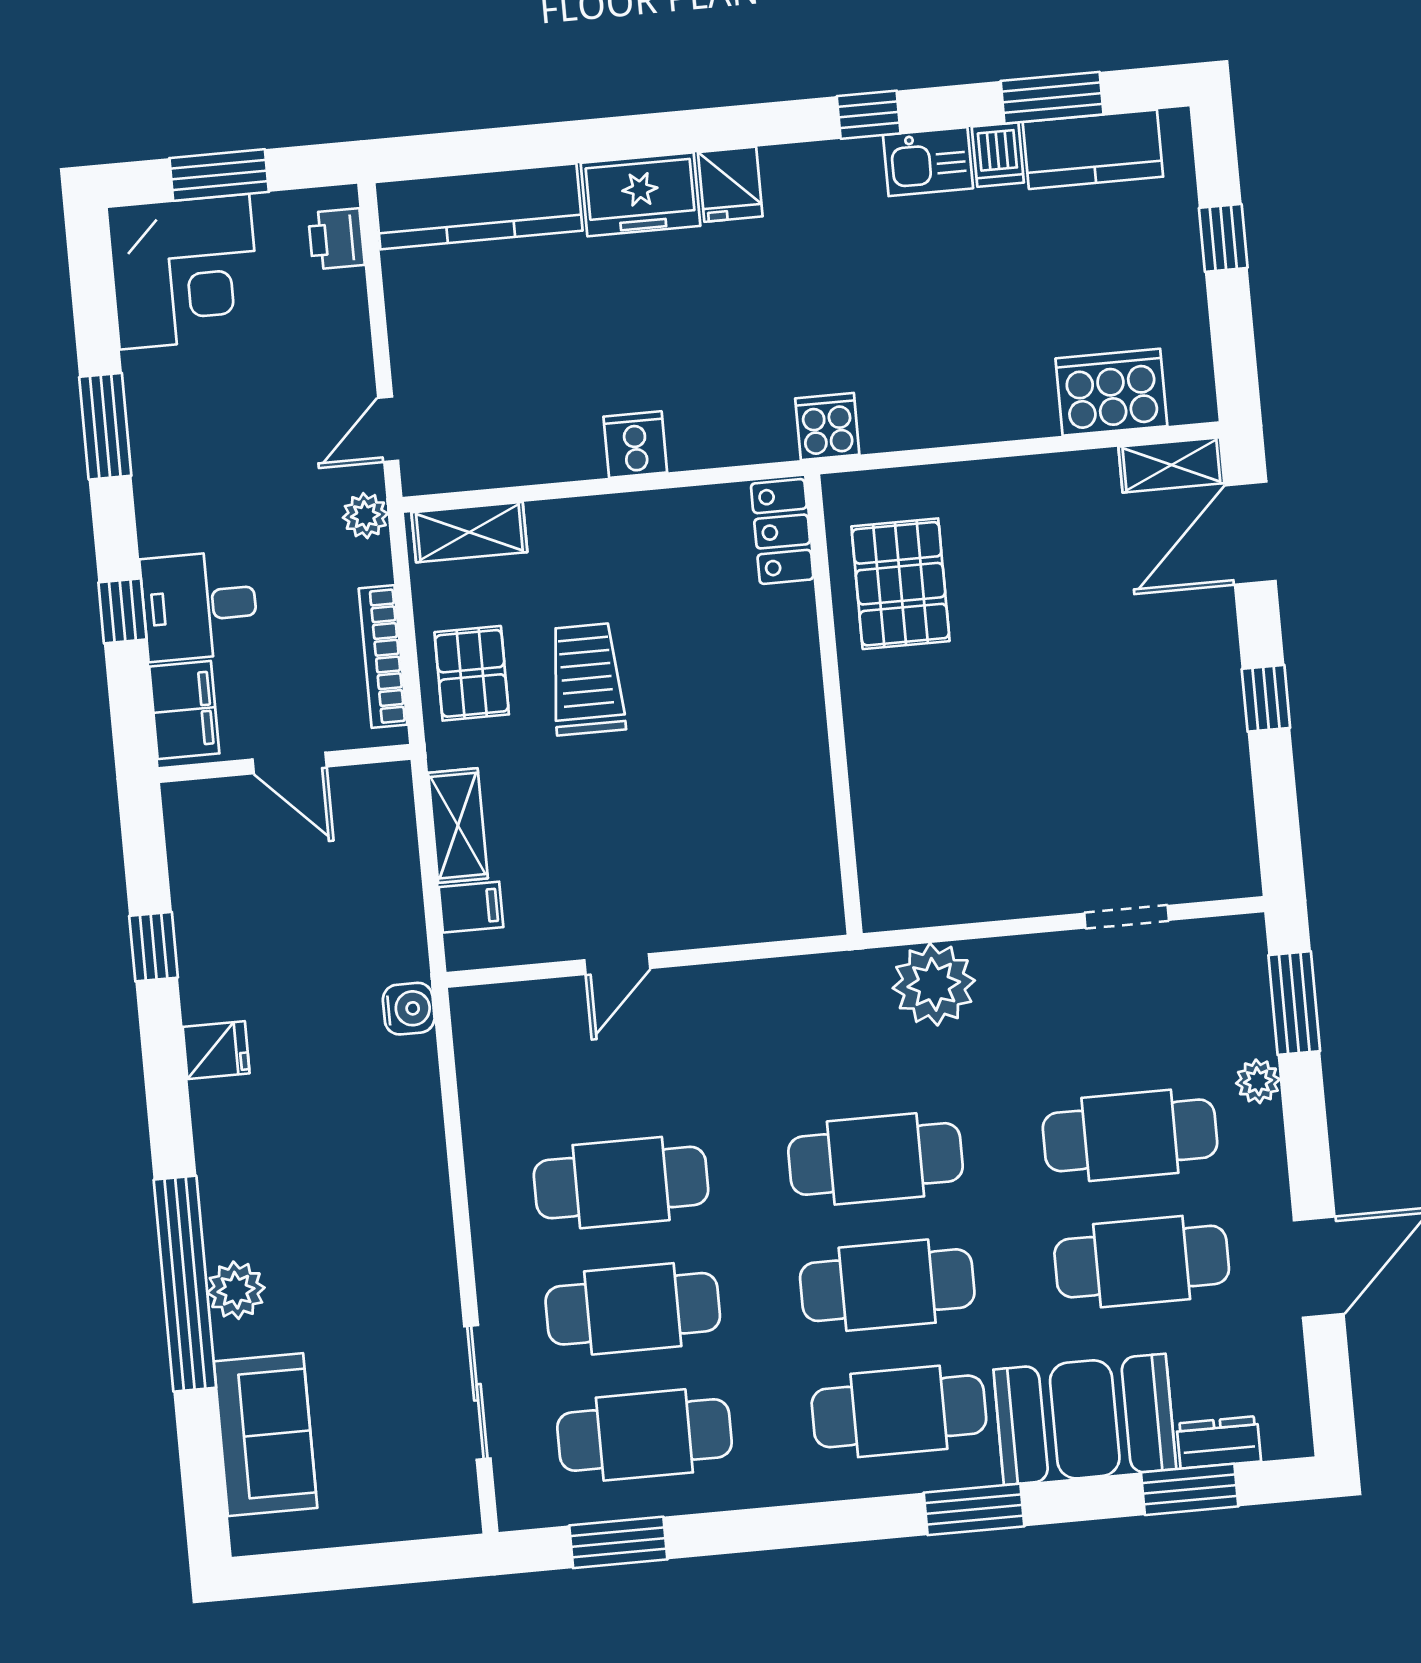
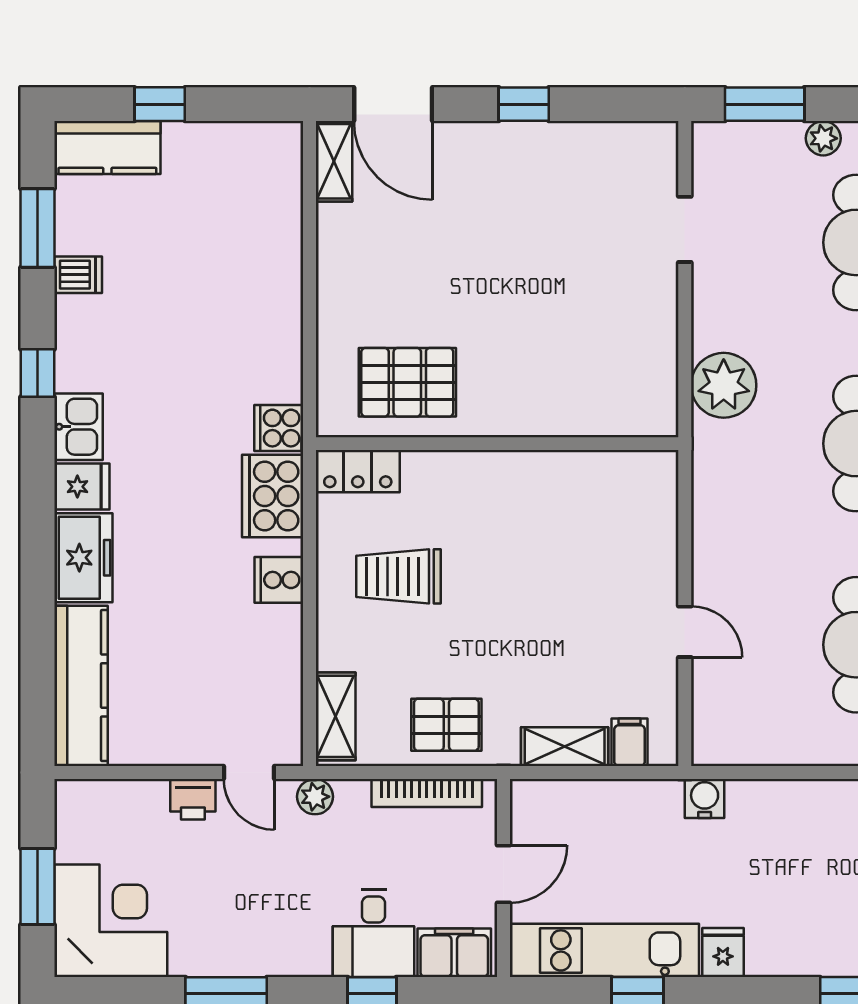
kitchen counter: (1093, 149) -> (107, 148), moved, turned 90
kitchen sink: (928, 162) -> (79, 427), moved
printer: (336, 239) -> (193, 799), moved
cooker: (1111, 392) -> (273, 496), moved
trolley: (587, 679) -> (398, 576), moved
kitchen unit: (205, 900) -> (604, 950), added

